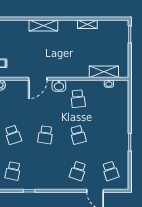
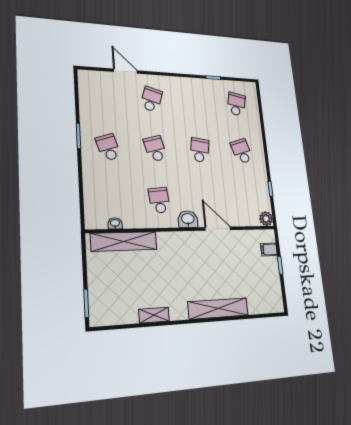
shelving: (43, 26) -> (218, 309), width x1.47
shelving: (104, 72) -> (124, 241), width x1.47
door: (38, 79) -> (218, 229), hinge flipped
school desk: (110, 171) -> (108, 147), moved

